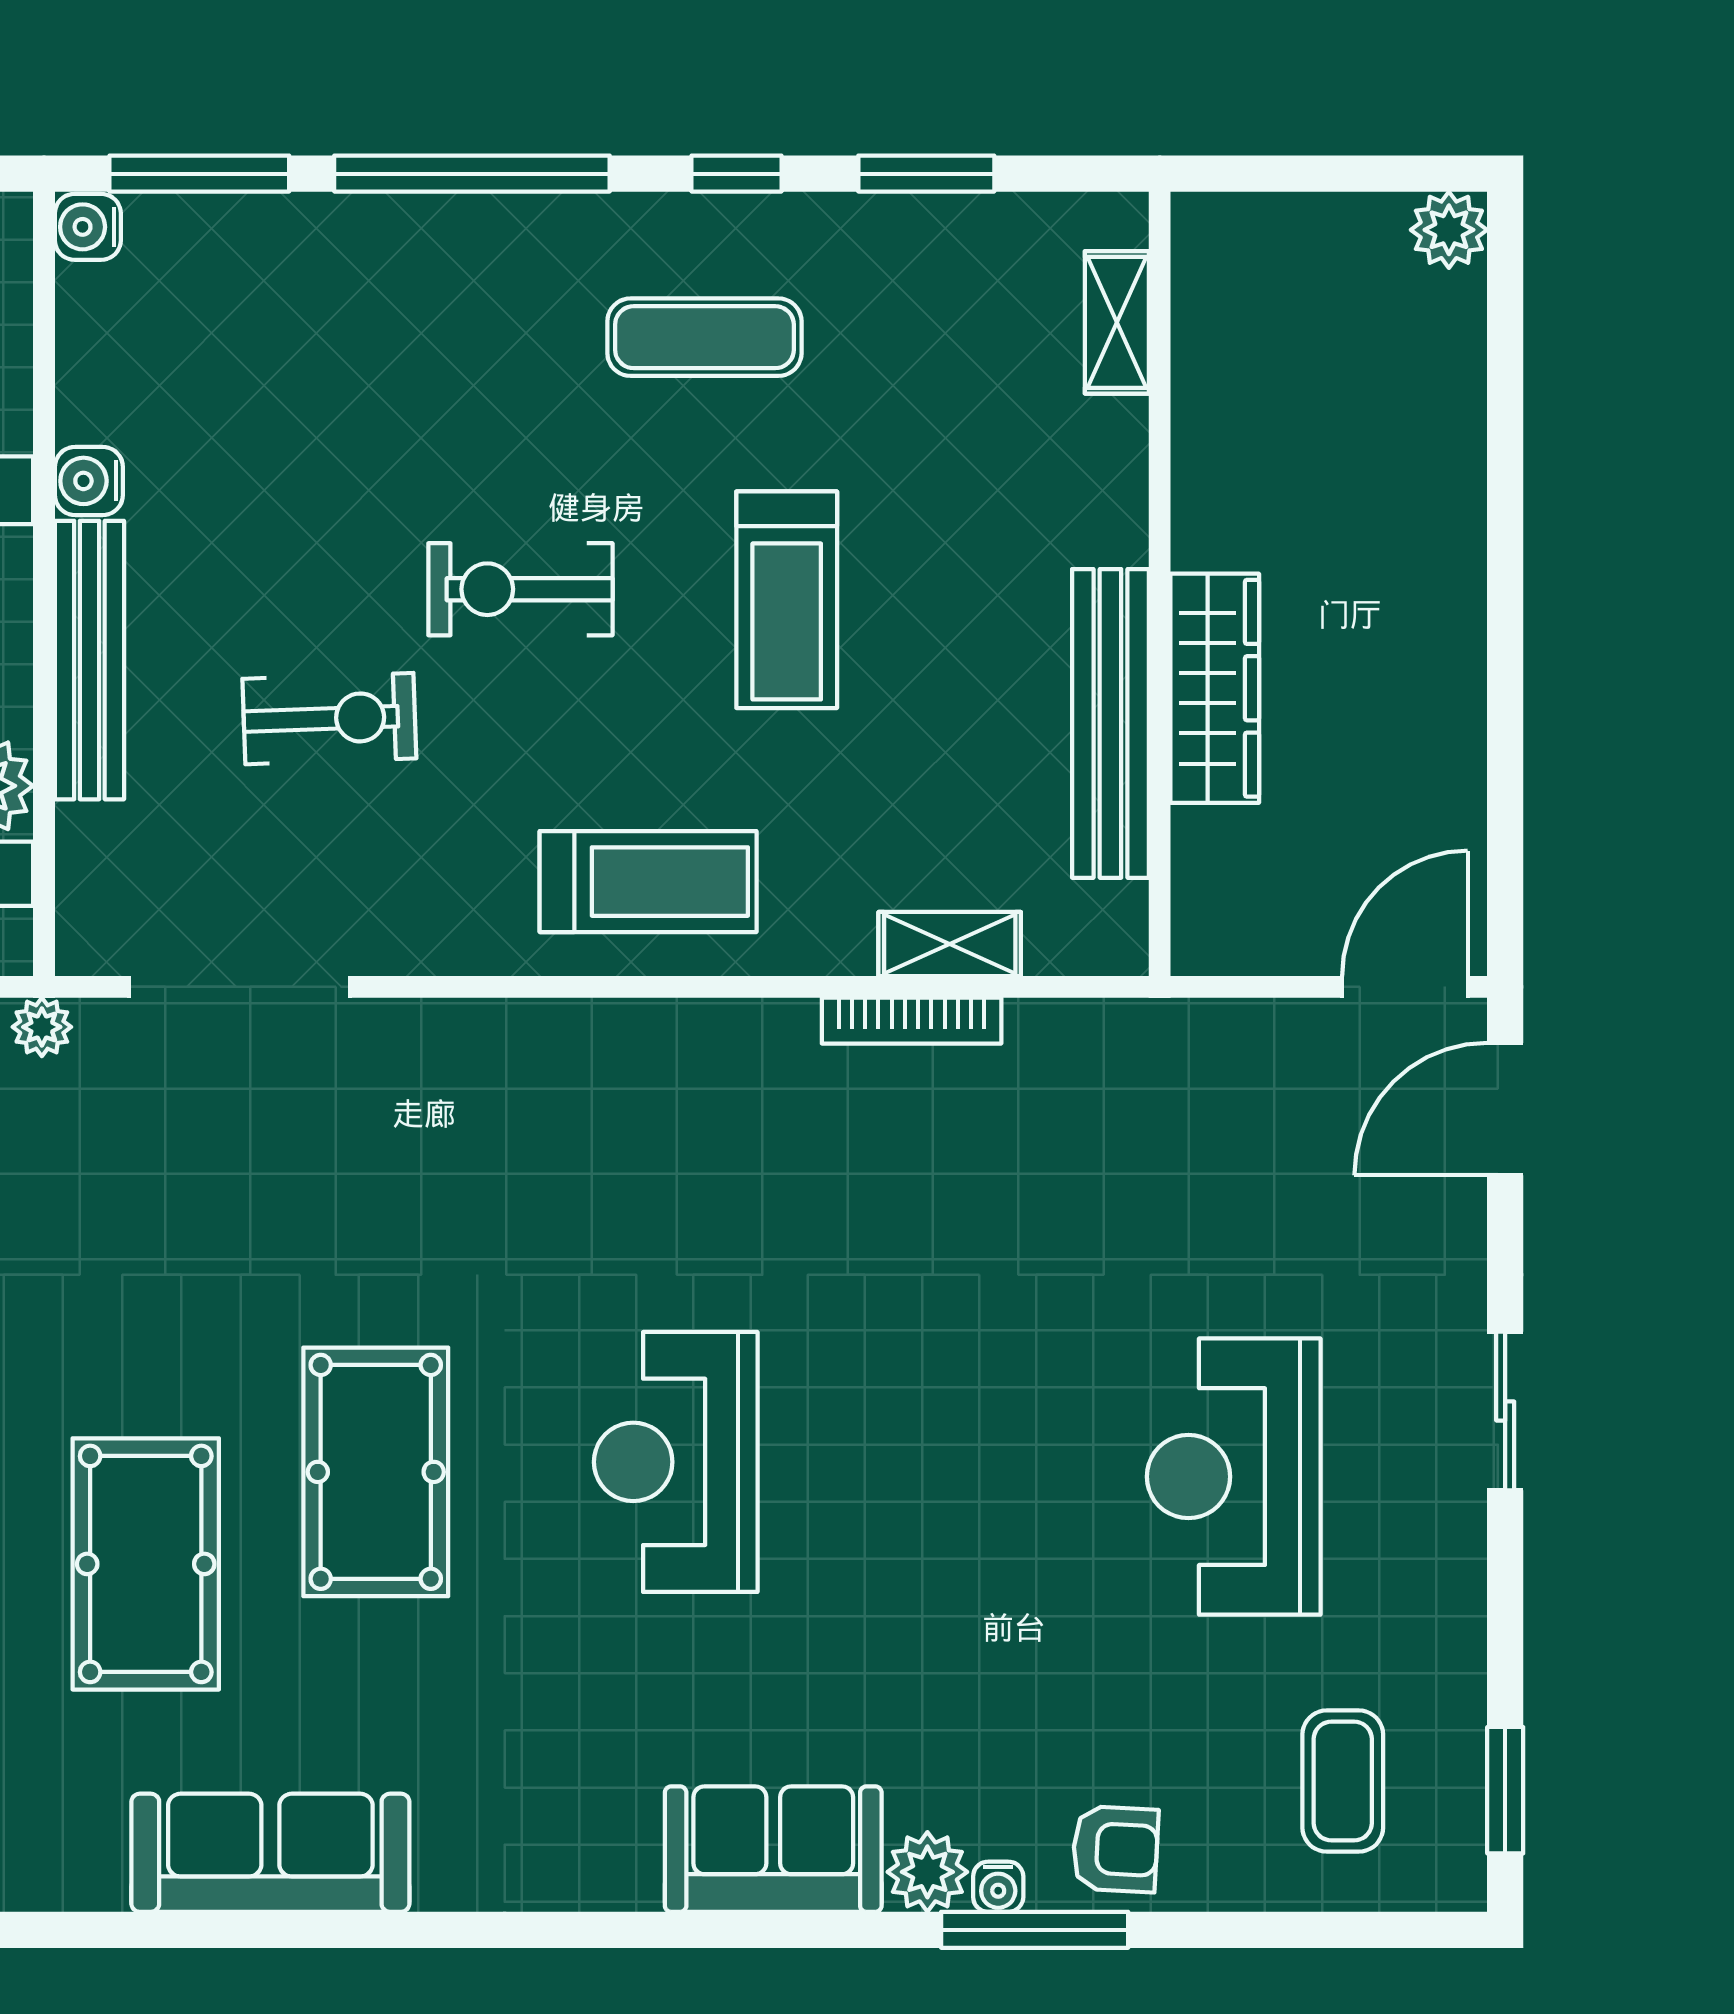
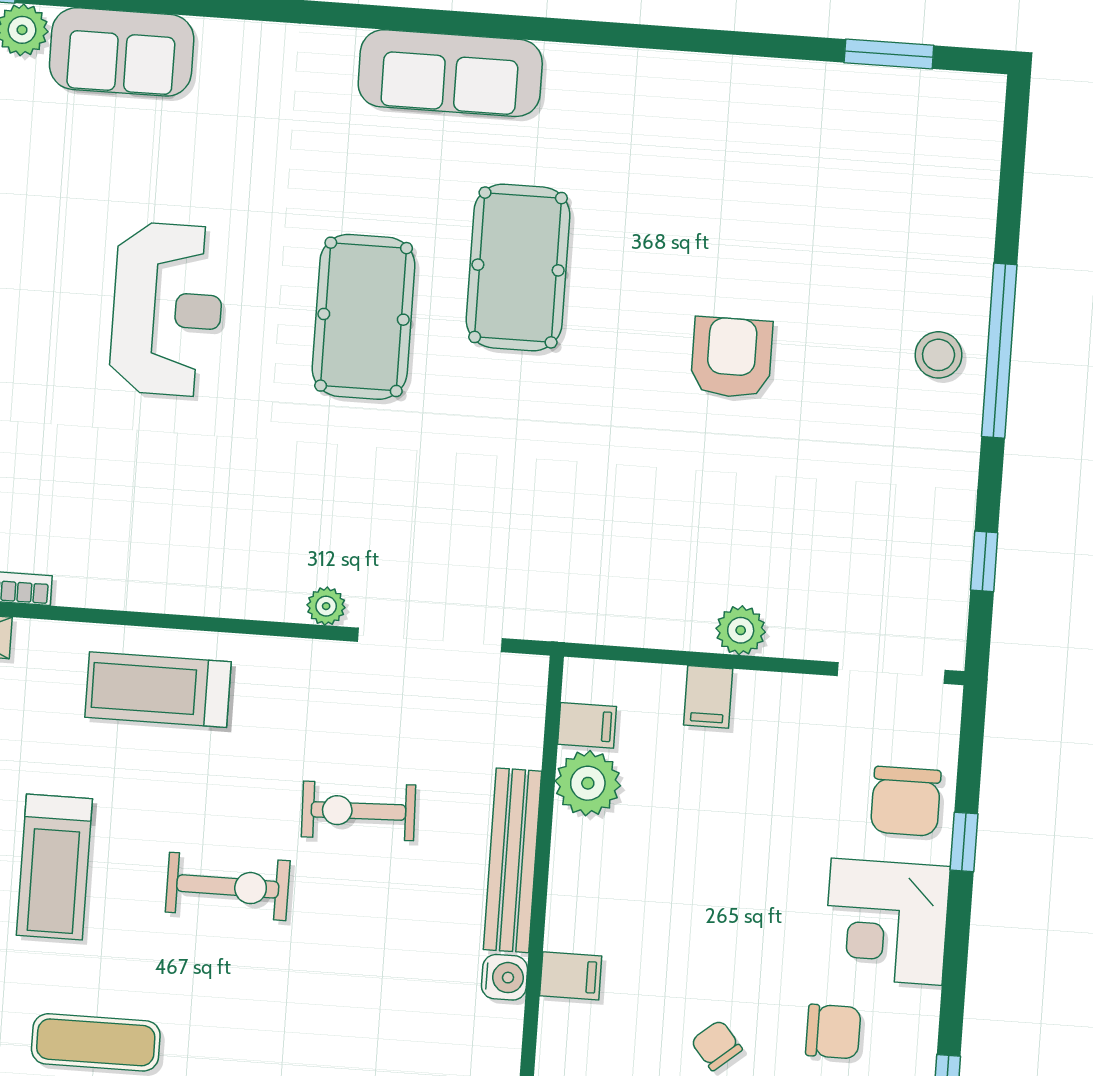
treadmill: (787, 600) -> (54, 867), turned 180
plant: (42, 1027) -> (326, 606), moved

